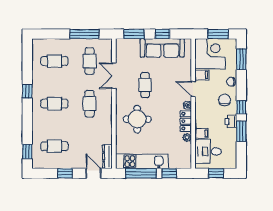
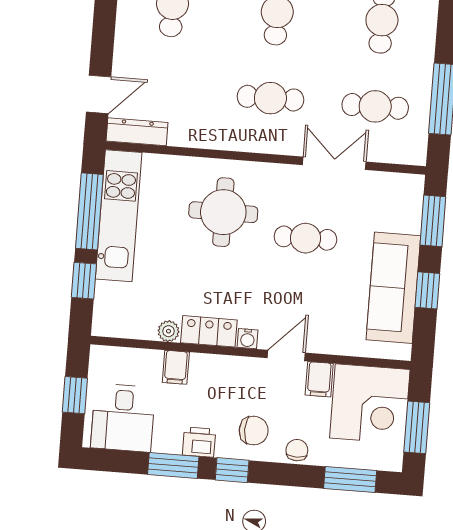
desk: (208, 151) -> (123, 418), moved, turned 180
window: (65, 173) -> (104, 24), removed

